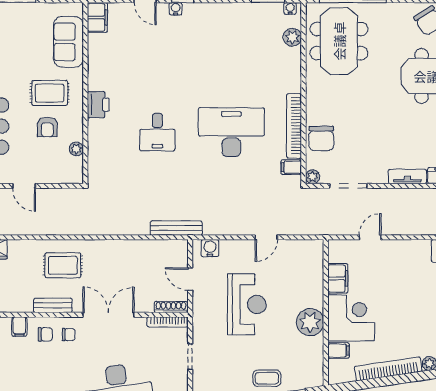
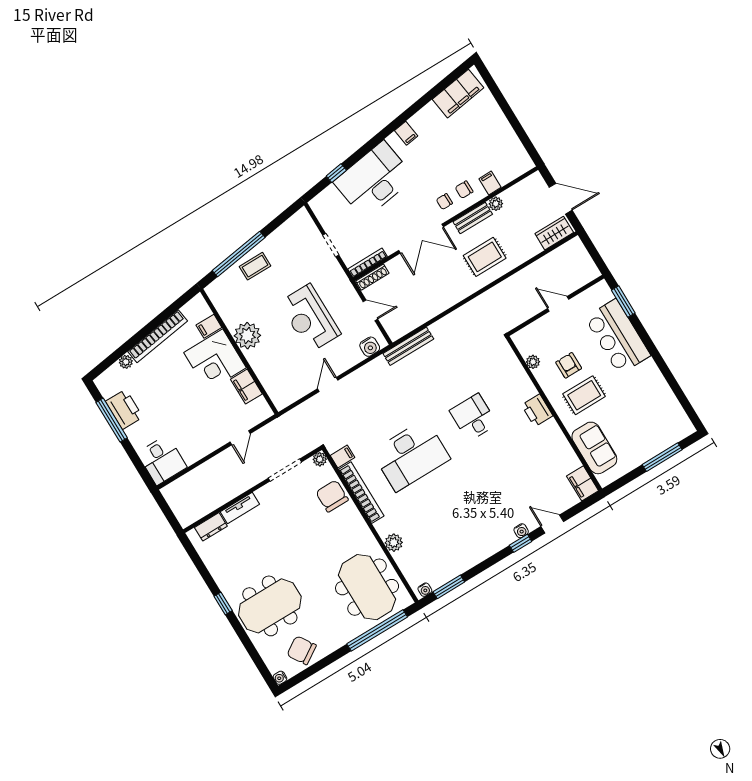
plant: (292, 37) -> (394, 543), moved
plant: (25, 306) -> (496, 204), added

